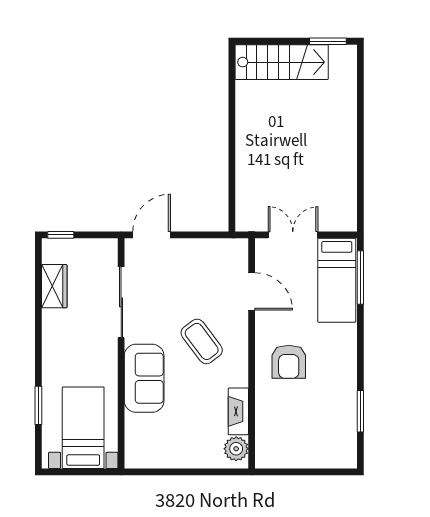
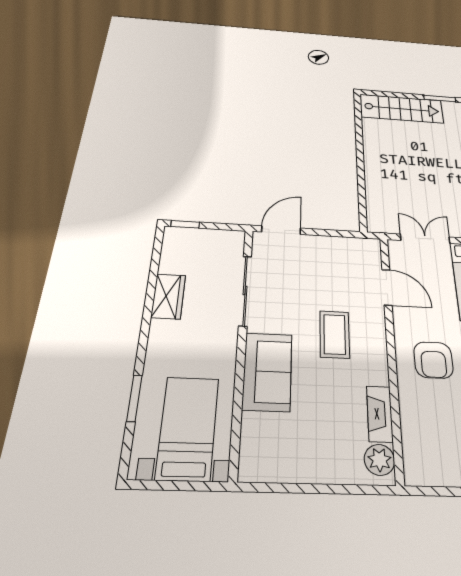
wardrobe: (54, 286) -> (168, 296), moved
coffee table: (202, 341) -> (335, 334), turned 37

